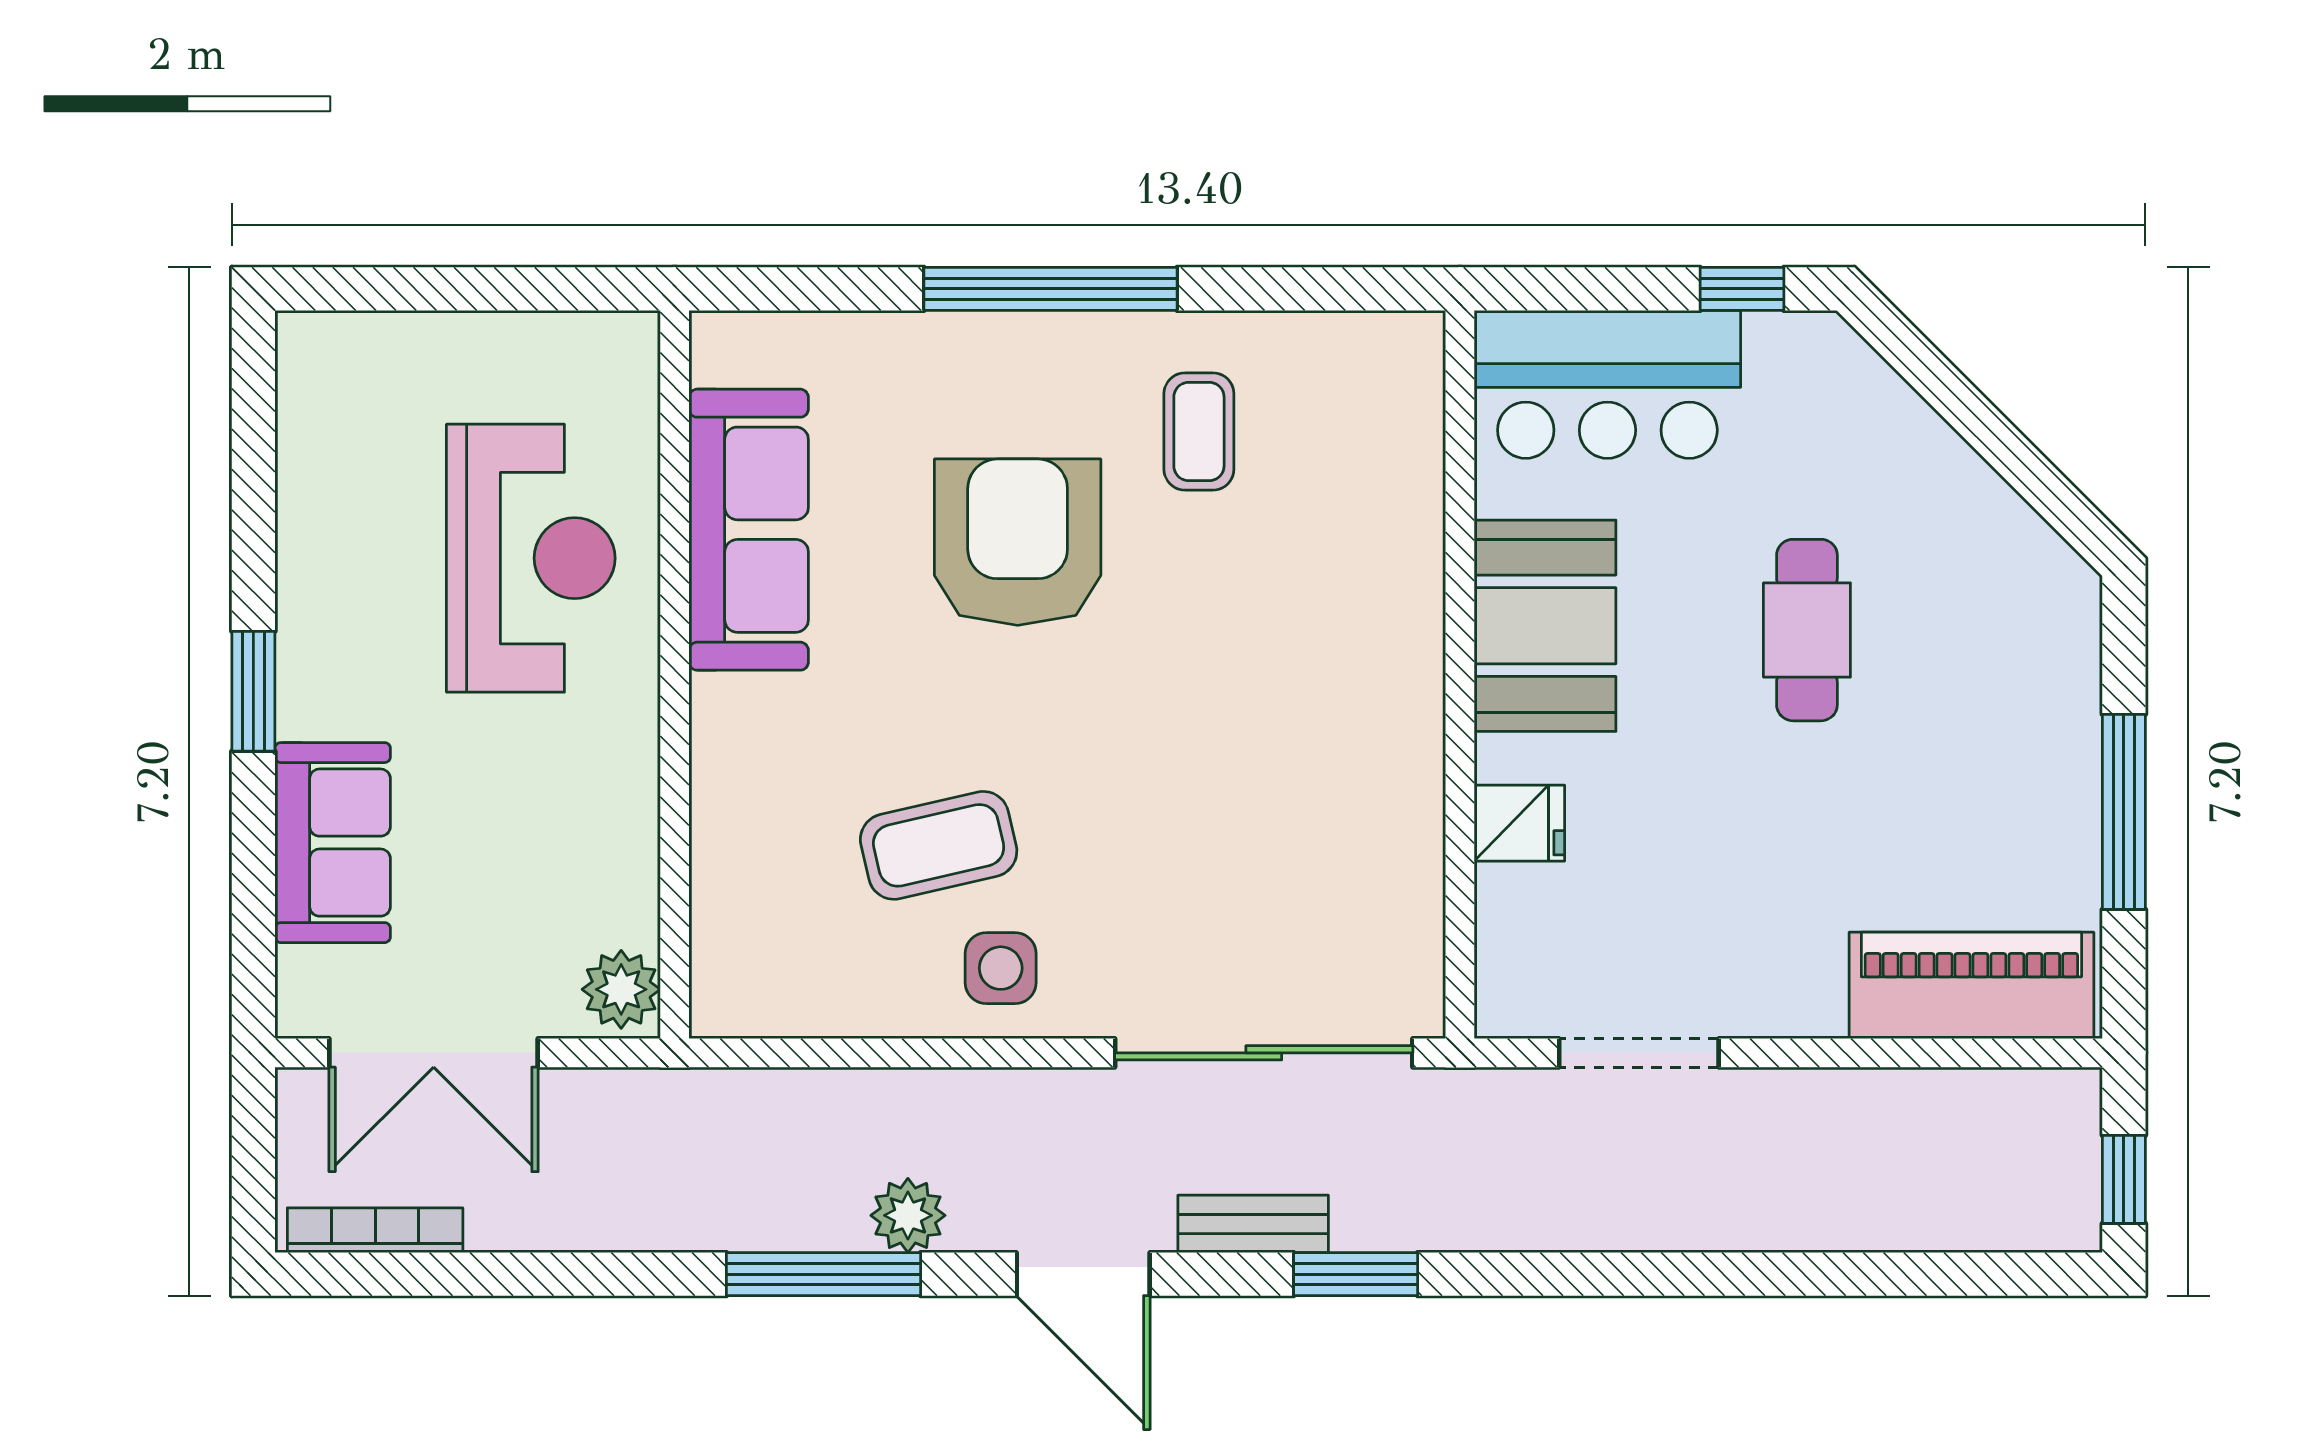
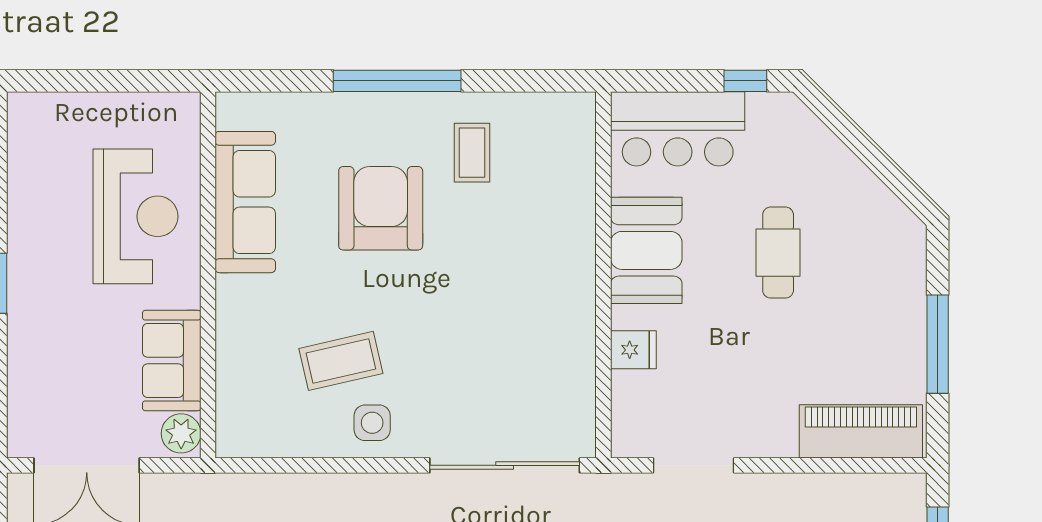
sofa: (333, 843) -> (172, 360), moved, turned 180

